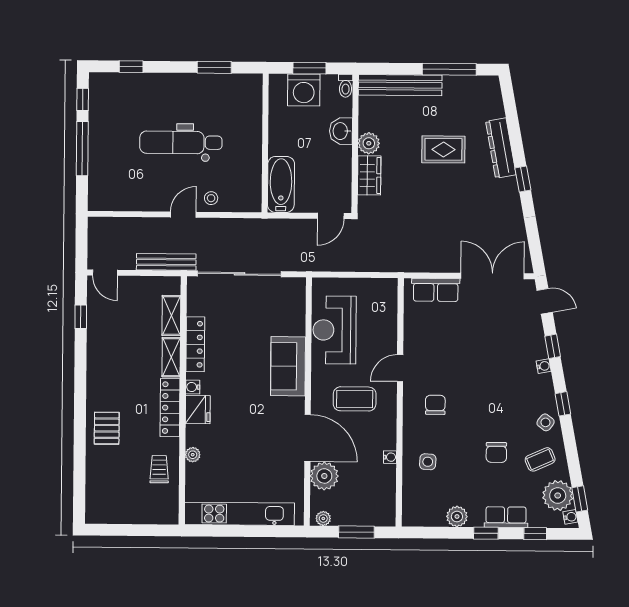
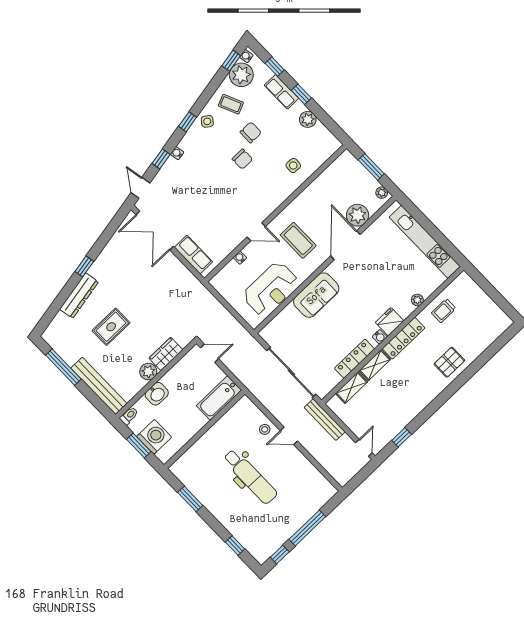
rug: (443, 149) -> (111, 327), turned 90
chair: (435, 405) -> (242, 159), moved, turned -90
water cooler: (390, 457) -> (240, 258), moved

